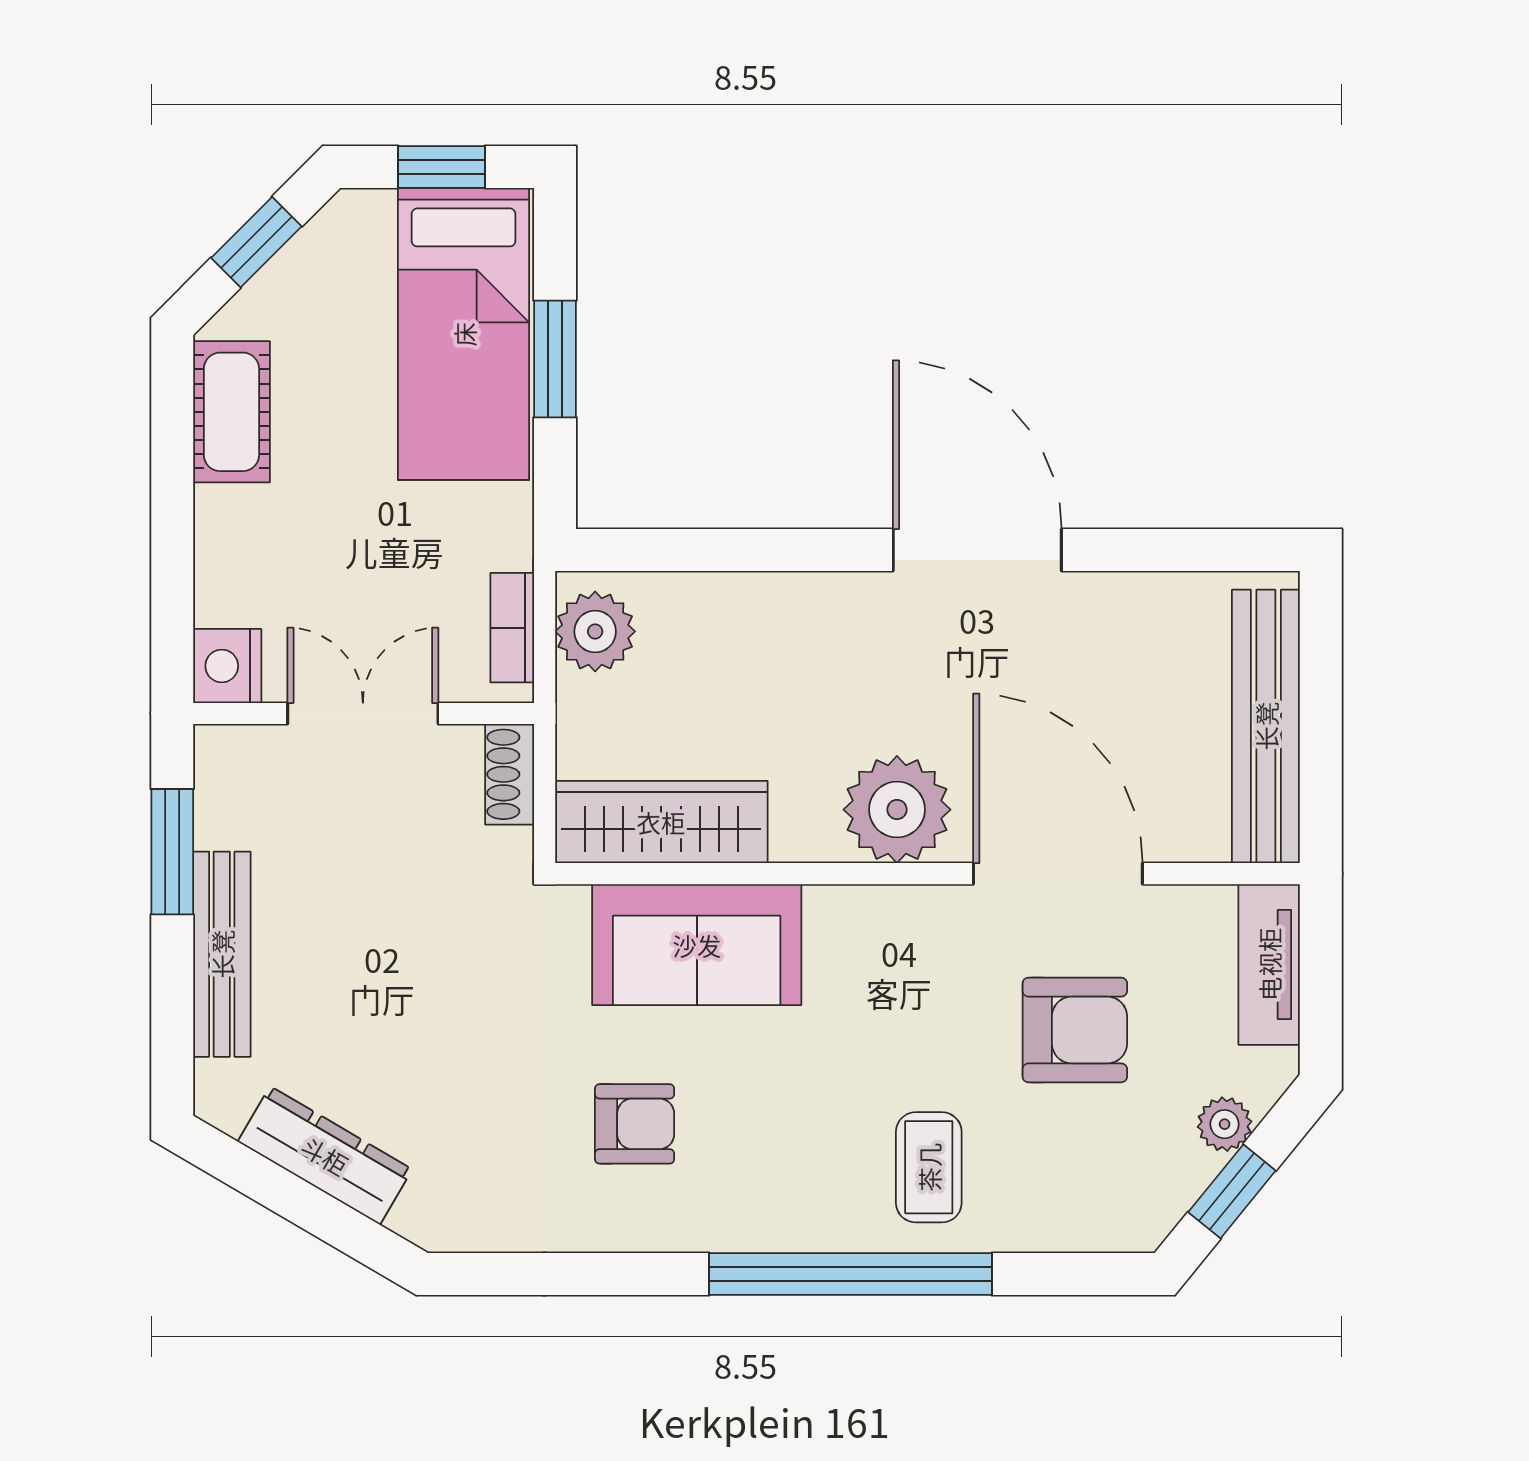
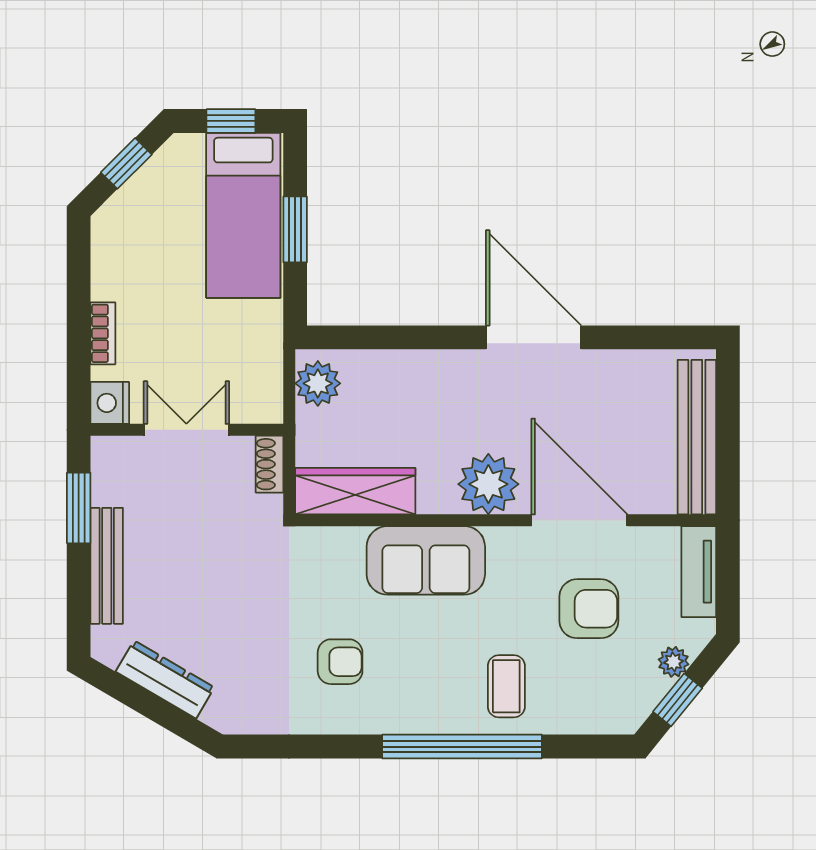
cot: (231, 412) -> (112, 259), removed
bookcase: (512, 628) -> (103, 333), moved, turned 180
sofa: (697, 945) -> (426, 560), moved

